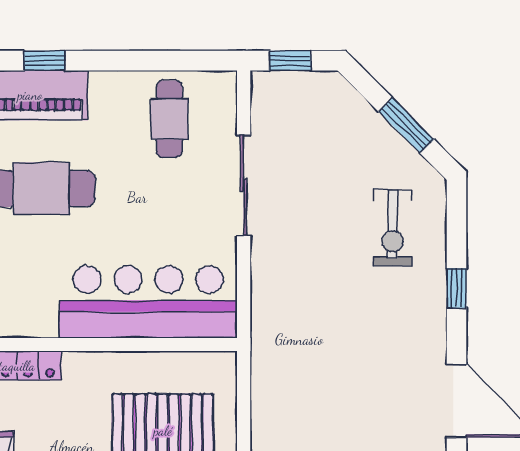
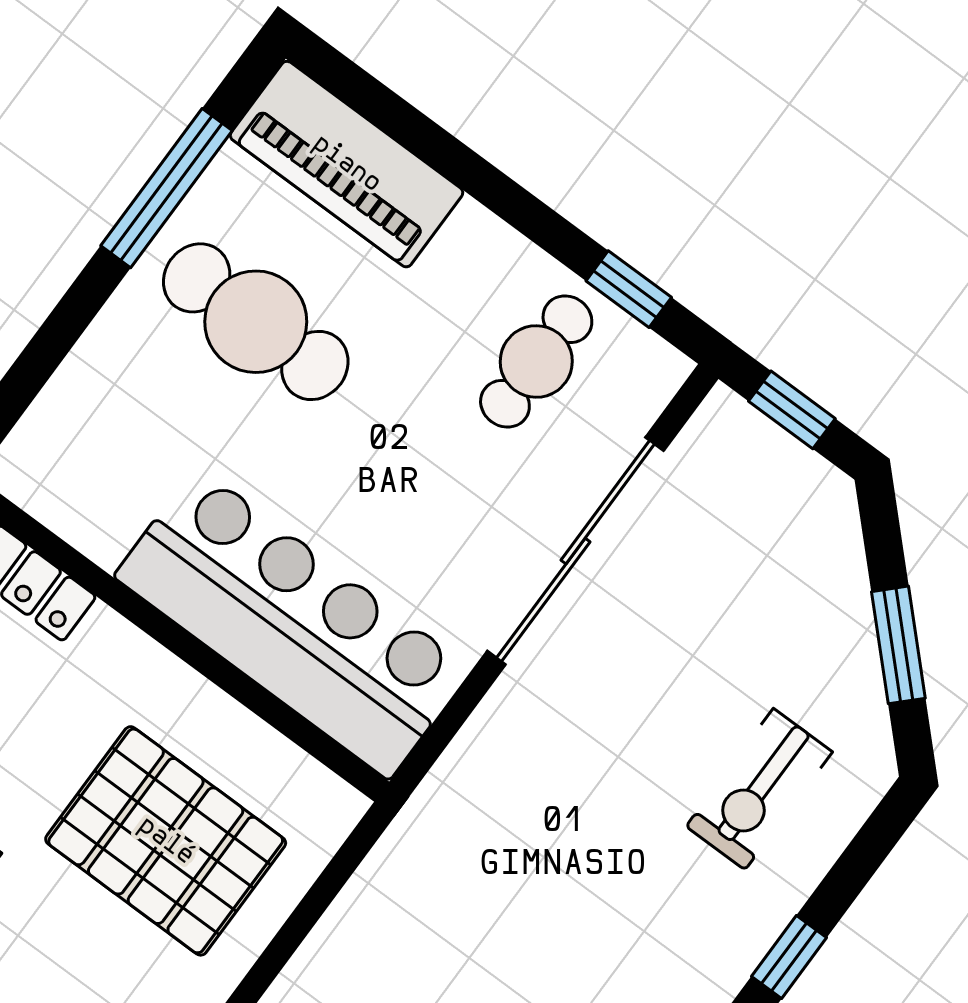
window: (45, 61) -> (629, 289), moved
sliding door: (244, 185) -> (576, 551), width x1.36

